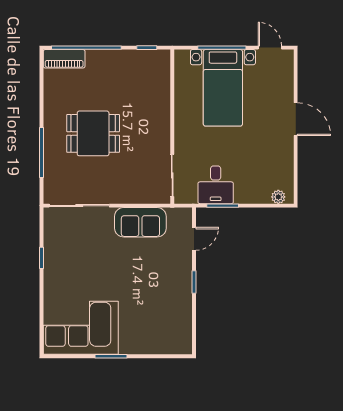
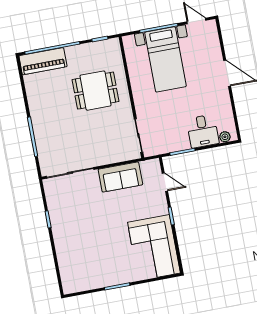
piano: (64, 59) -> (43, 61), width x1.37, depth x1.33
dining table: (93, 133) -> (96, 91), moved
desk: (216, 185) -> (203, 131), moved
door: (194, 239) -> (165, 182), hinge flipped
corner sofa: (81, 328) -> (154, 248), moved, turned -90

